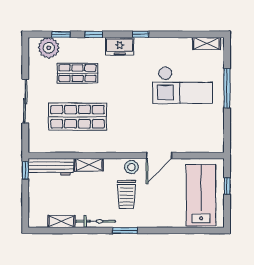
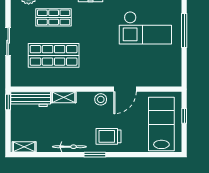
sliding door: (25, 101) -> (8, 42), width x0.73
trolley: (126, 195) -> (109, 136), moved, turned 90
shelving: (61, 221) -> (24, 147), moved

